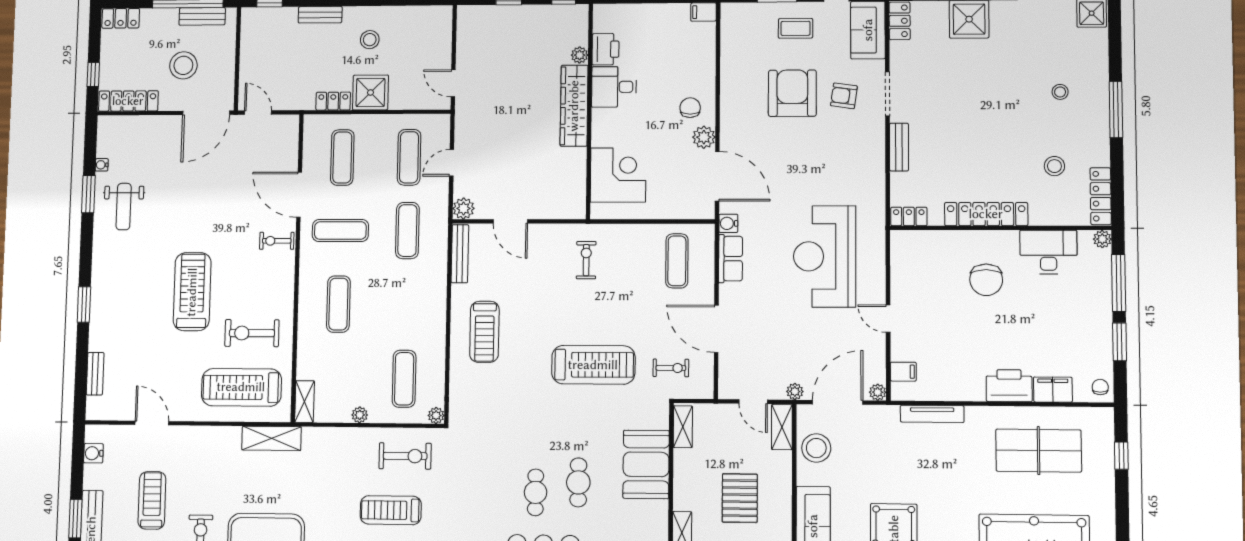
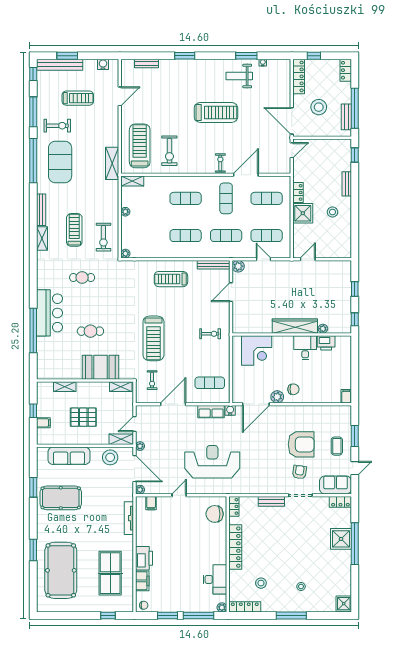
chair: (986, 280) -> (215, 514), moved
treadmill: (192, 292) -> (216, 112), moved
exercise bike: (252, 333) -> (169, 151), turned 180
exercise mat: (404, 379) -> (186, 236), moved
cafe table: (536, 492) -> (82, 278), moved

